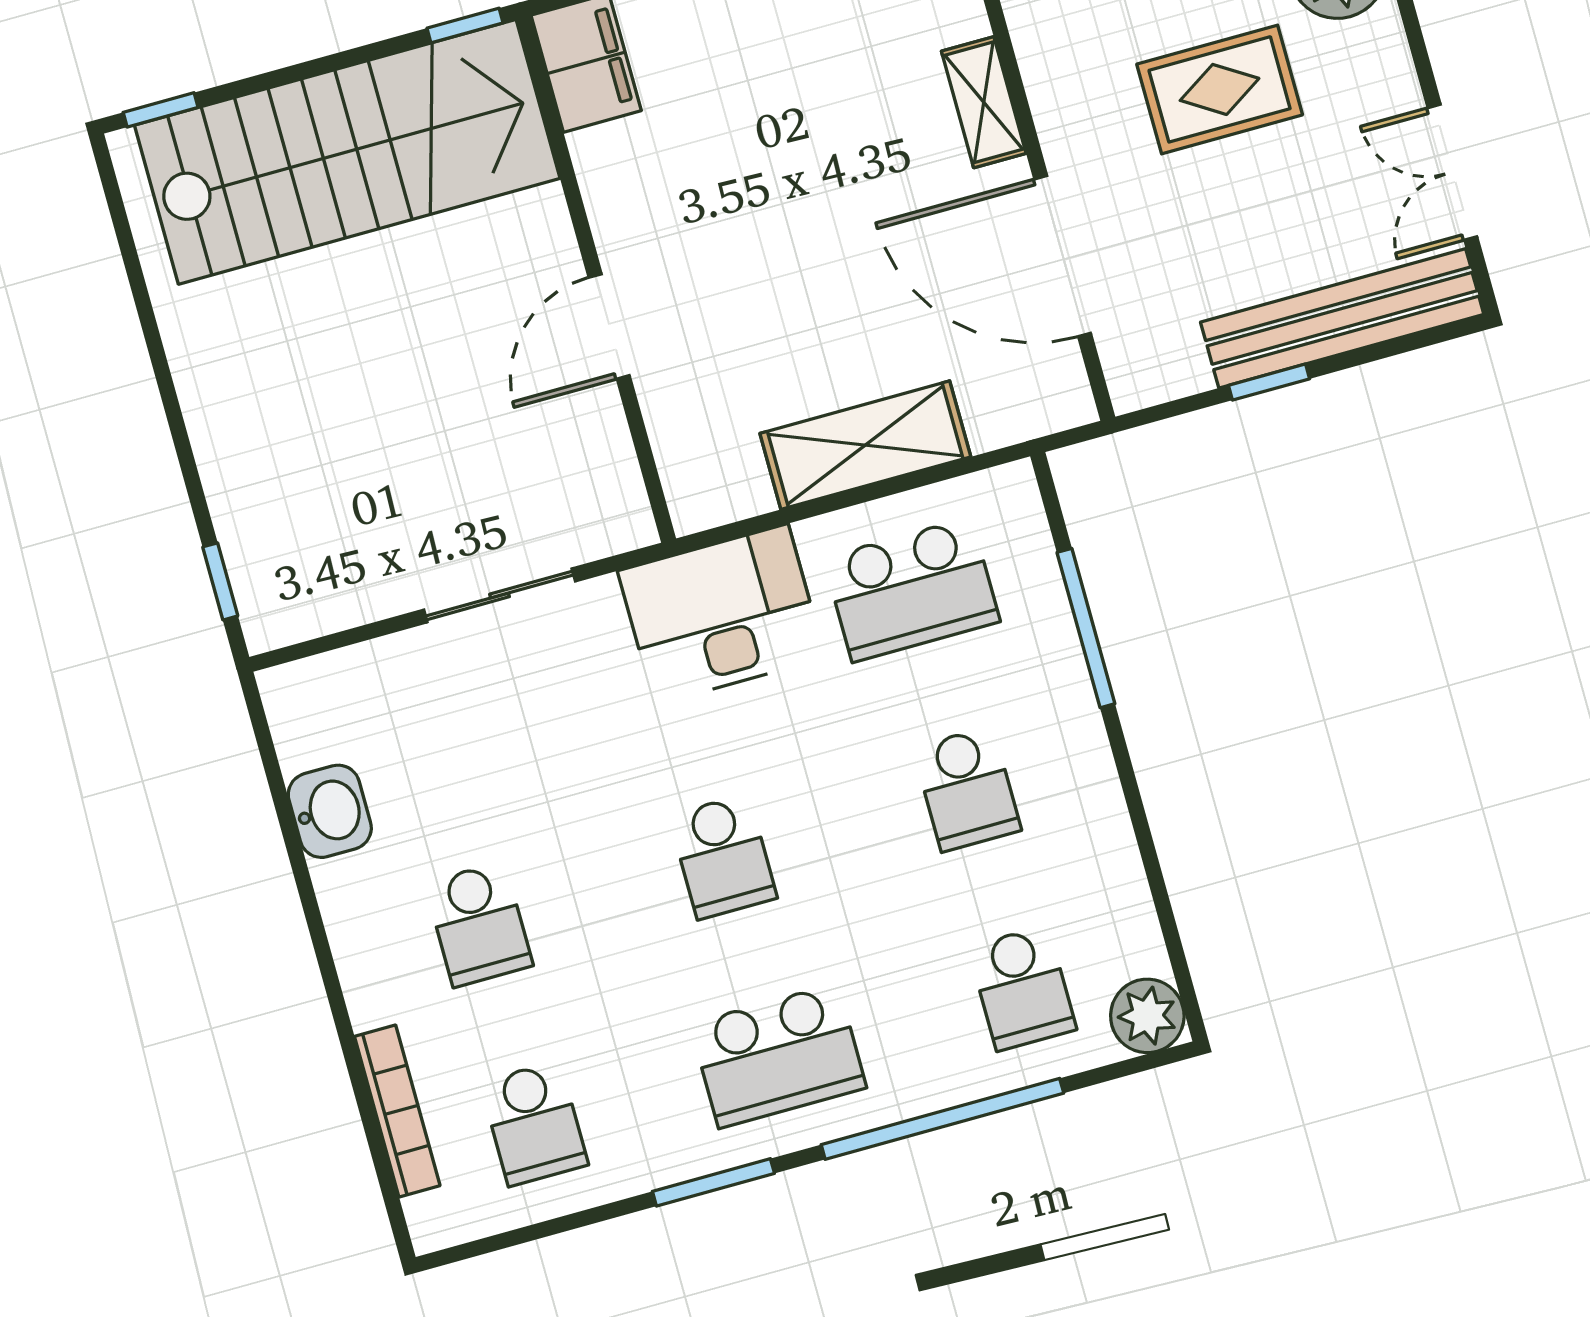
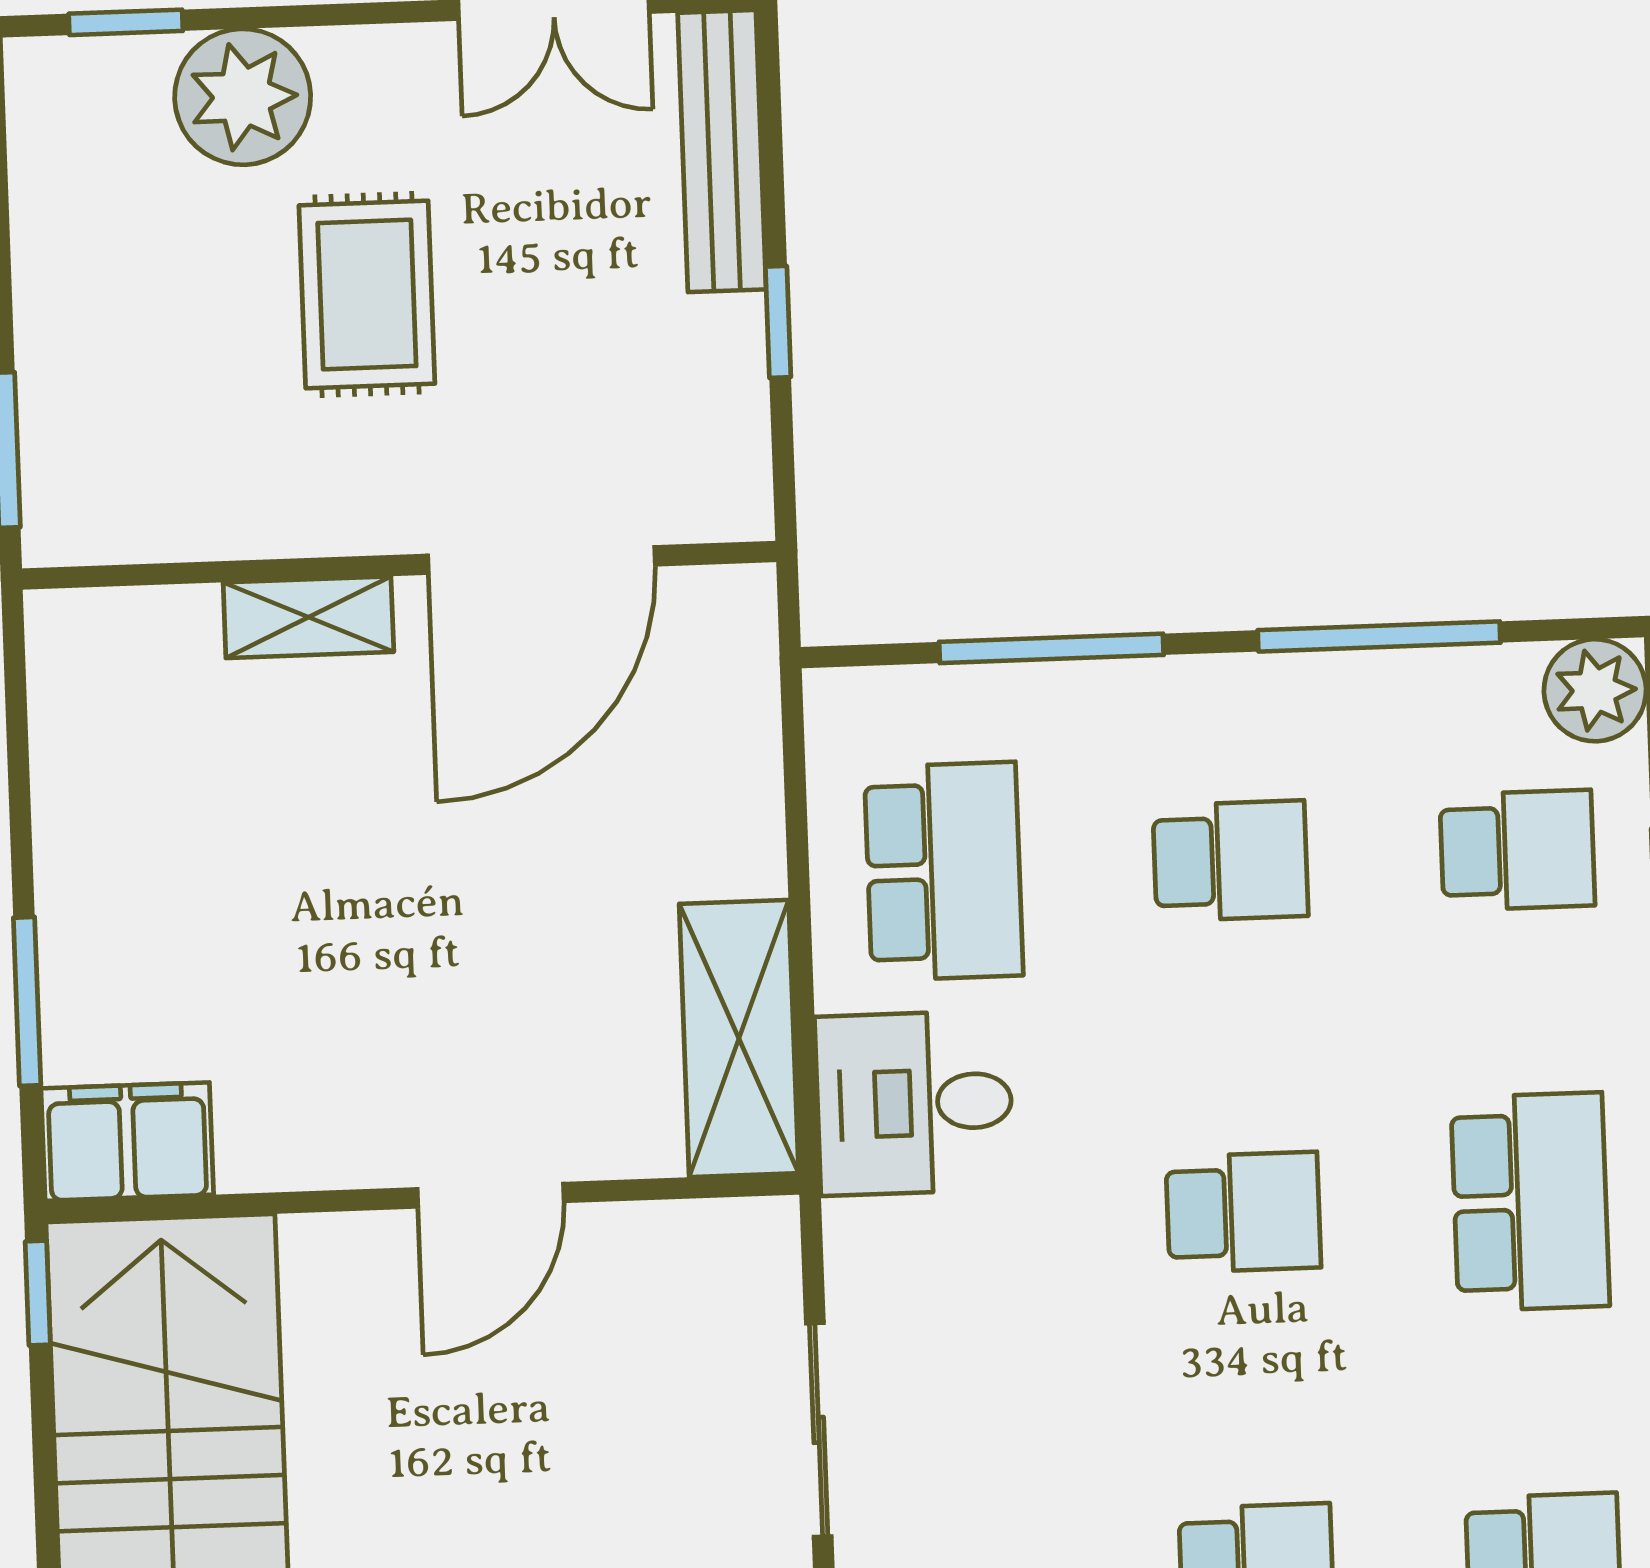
bench: (1342, 318) -> (722, 151), width x0.73, depth x0.82
door: (609, 326) -> (491, 1195), hinge flipped
shelving: (865, 445) -> (739, 1038), moved
desk: (721, 614) -> (914, 1103), width x0.73
window: (1149, 856) -> (1379, 636), added

